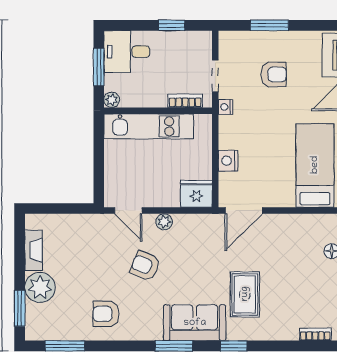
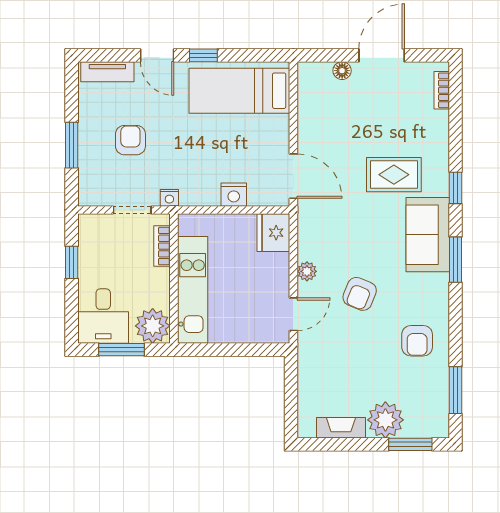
plant: (112, 100) -> (153, 326), width x1.87, depth x1.87

